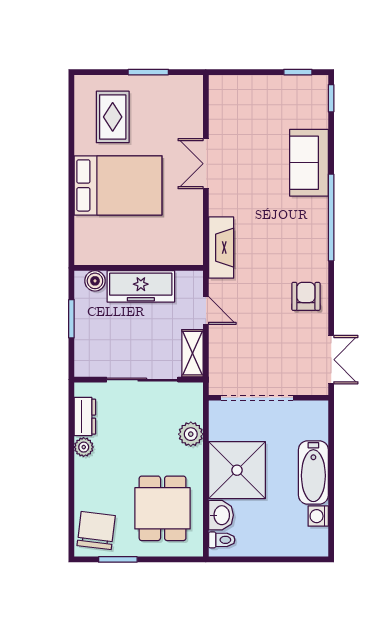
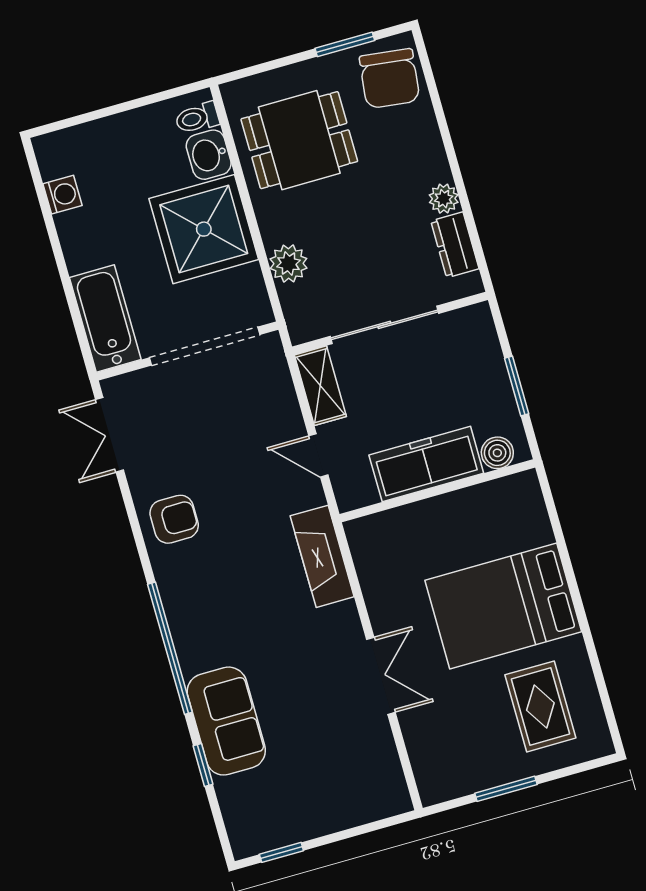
window: (331, 98) -> (203, 765), moved
armchair: (306, 296) -> (174, 519), turned -90
bathtub: (313, 472) -> (105, 319), moved
dining table: (163, 508) -> (299, 140), turned 90

